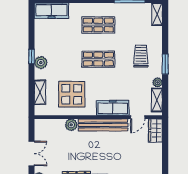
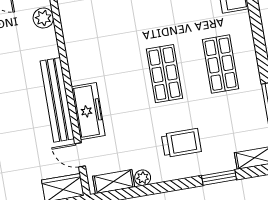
window: (165, 64) -> (219, 178), moved
display table: (72, 94) -> (99, 40), removed
plant: (71, 125) -> (43, 18), moved

